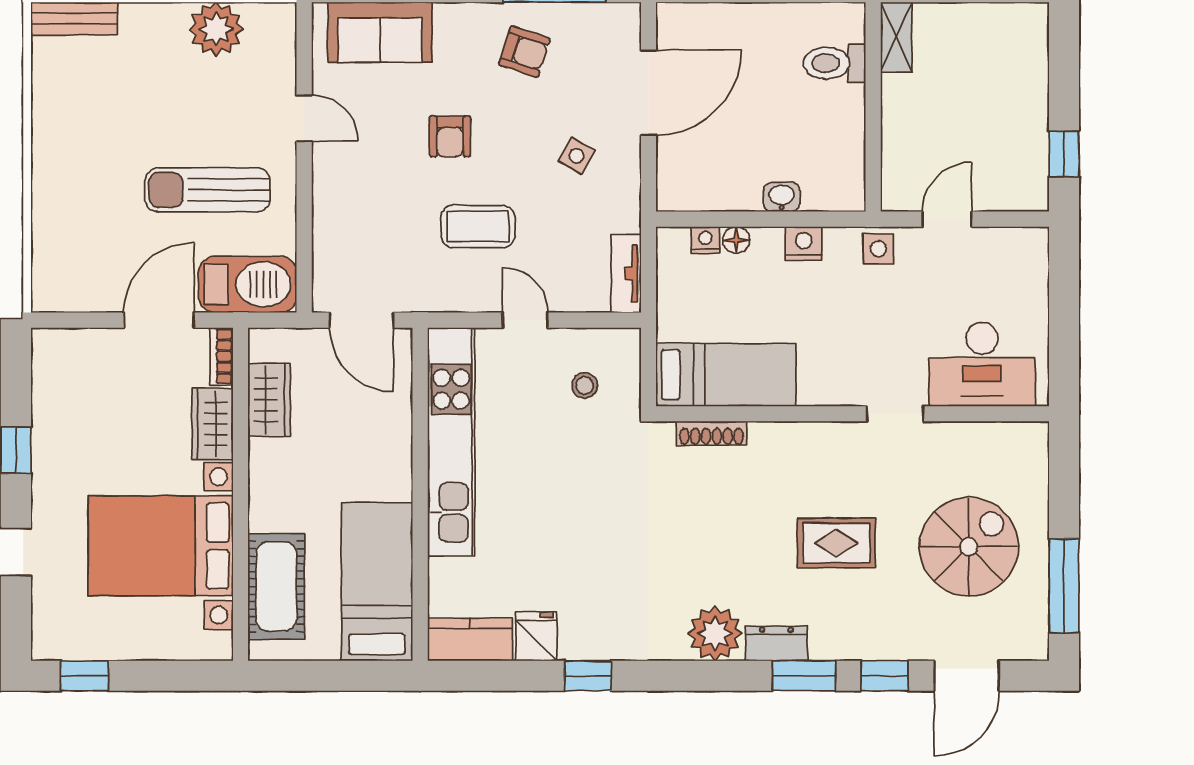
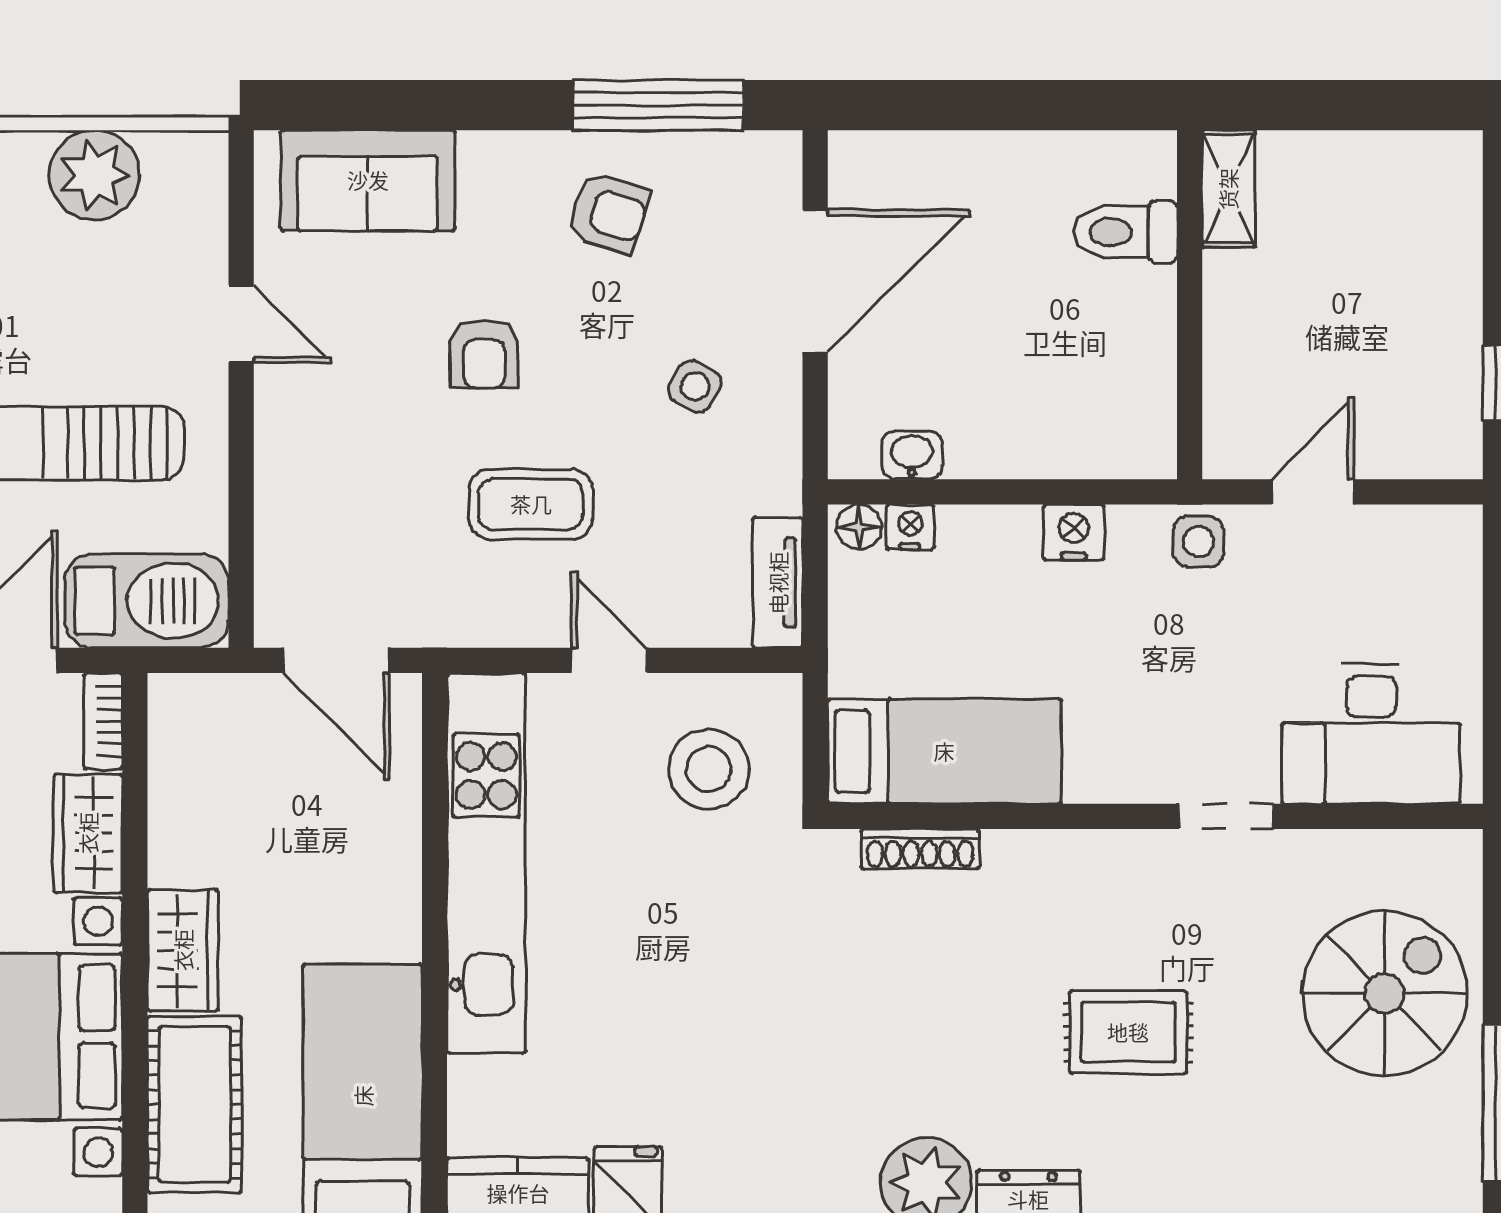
washbasin: (782, 197) -> (912, 455), moved
floor lamp: (736, 240) -> (859, 527), moved
stool: (585, 385) -> (709, 769), width x1.89, depth x1.89
wardrobe: (269, 400) -> (183, 950), moved
spiral stairs: (969, 547) -> (1385, 993), moved

